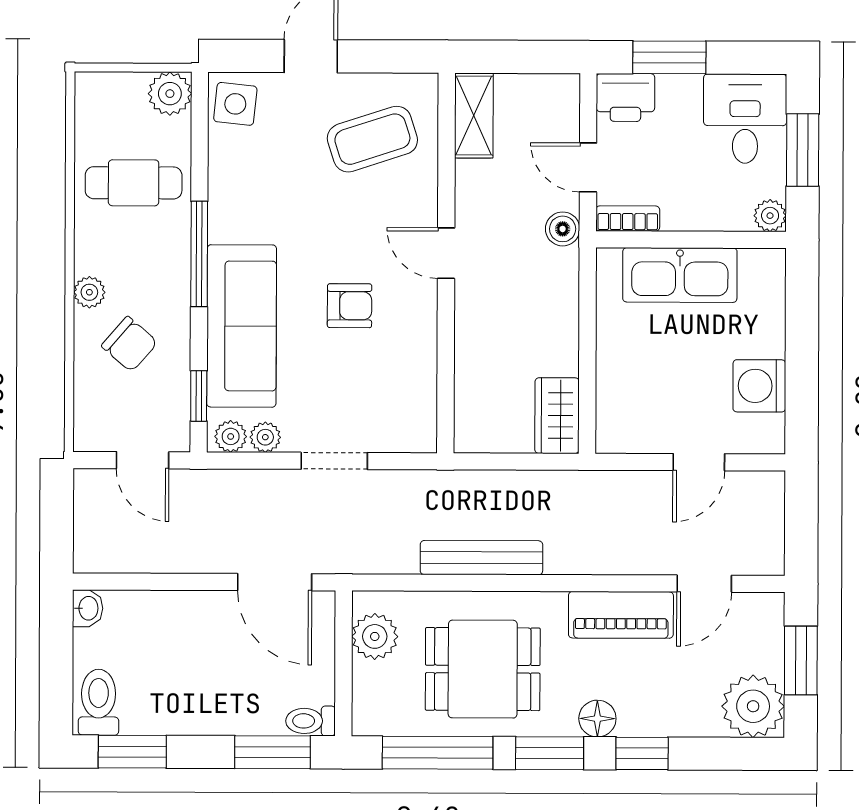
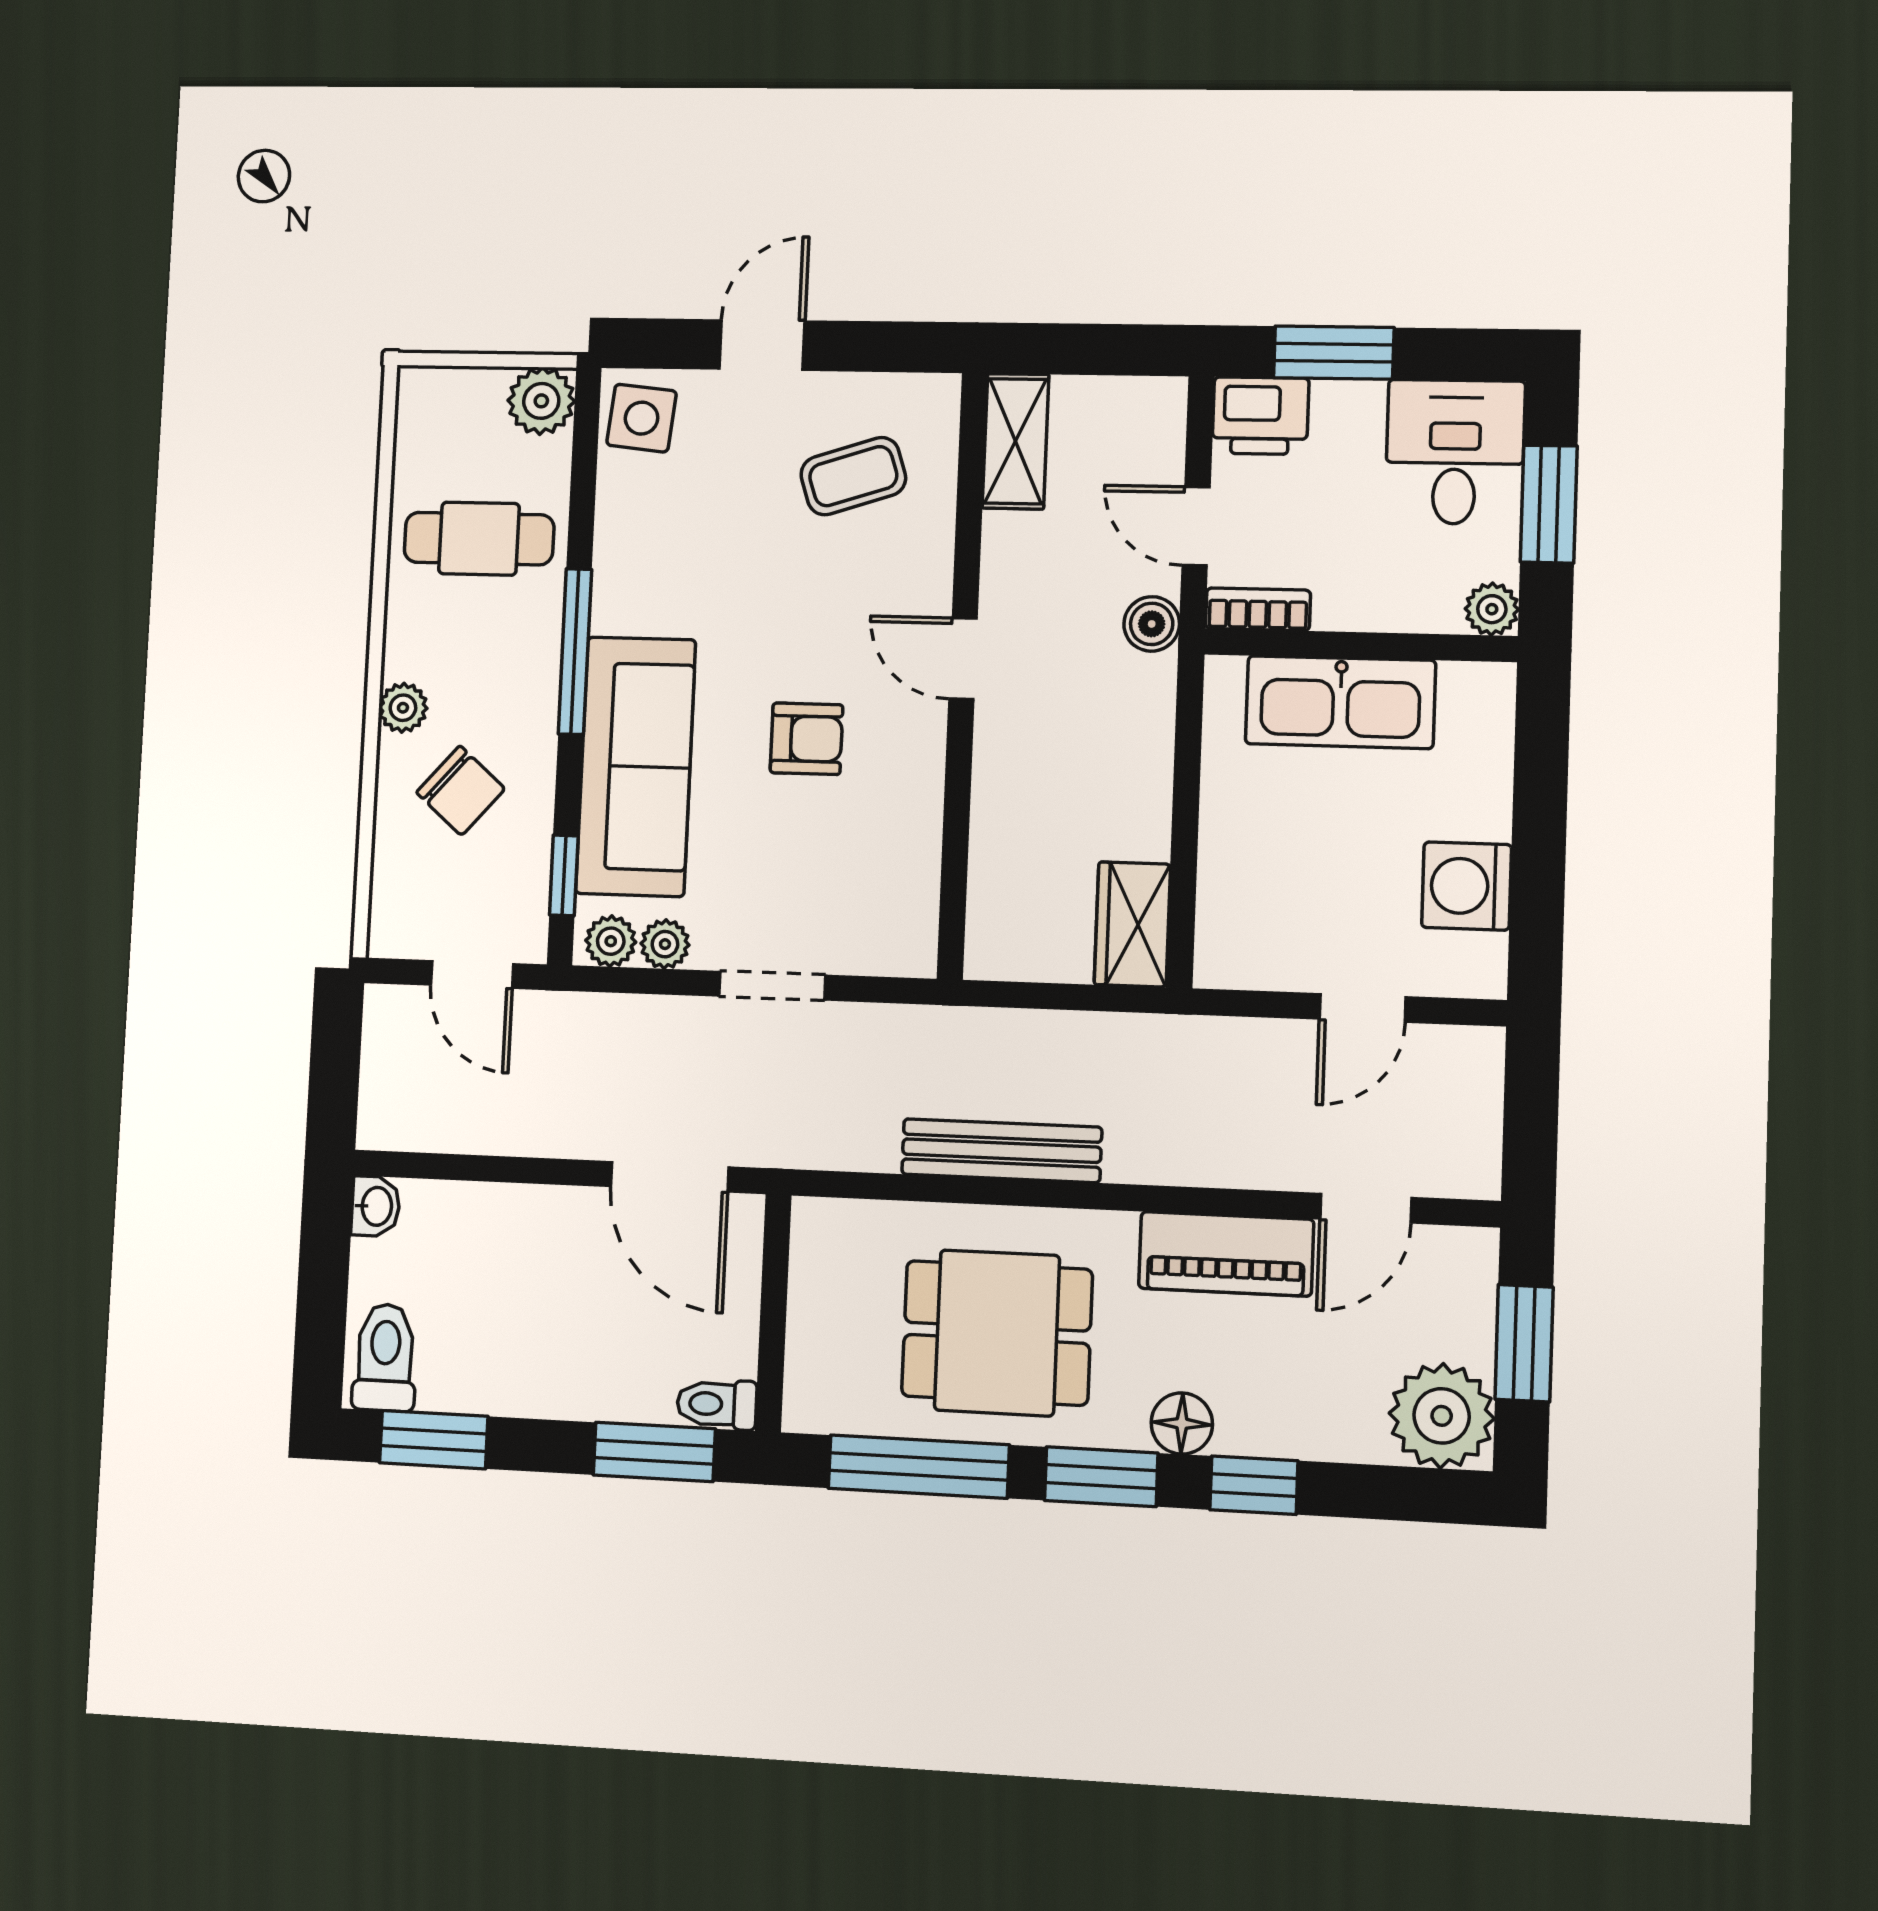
coffee table: (372, 139) -> (853, 476), width x0.73, depth x0.77
plant: (375, 636) -> (825, 1272), removed

